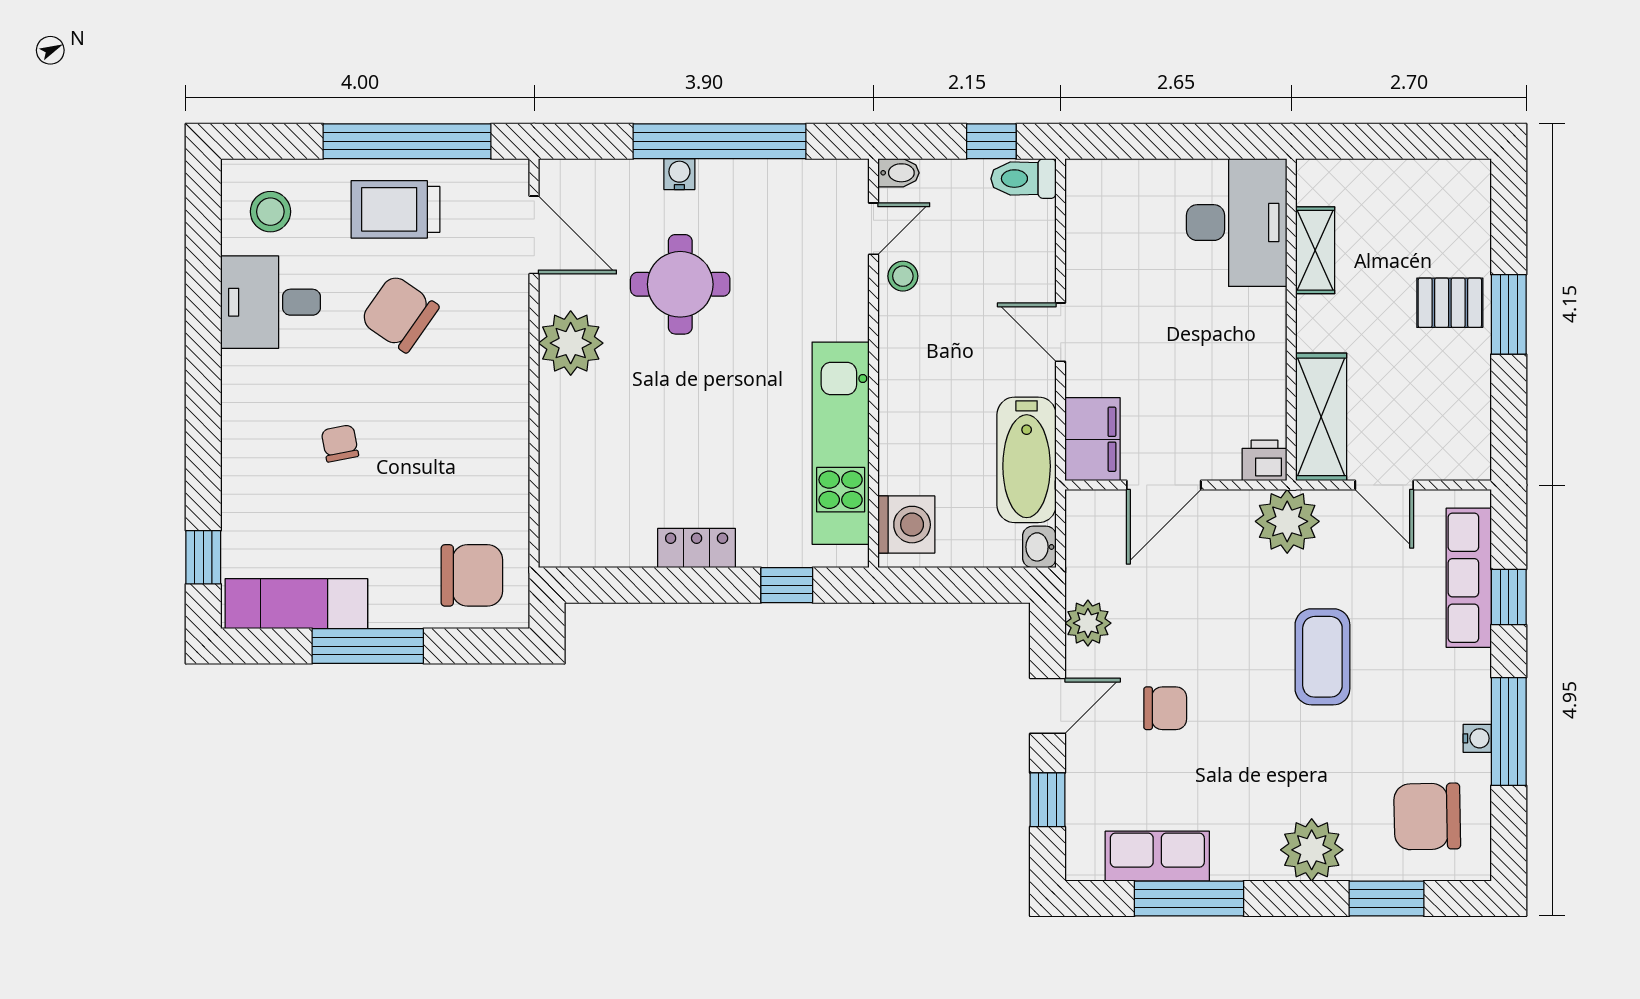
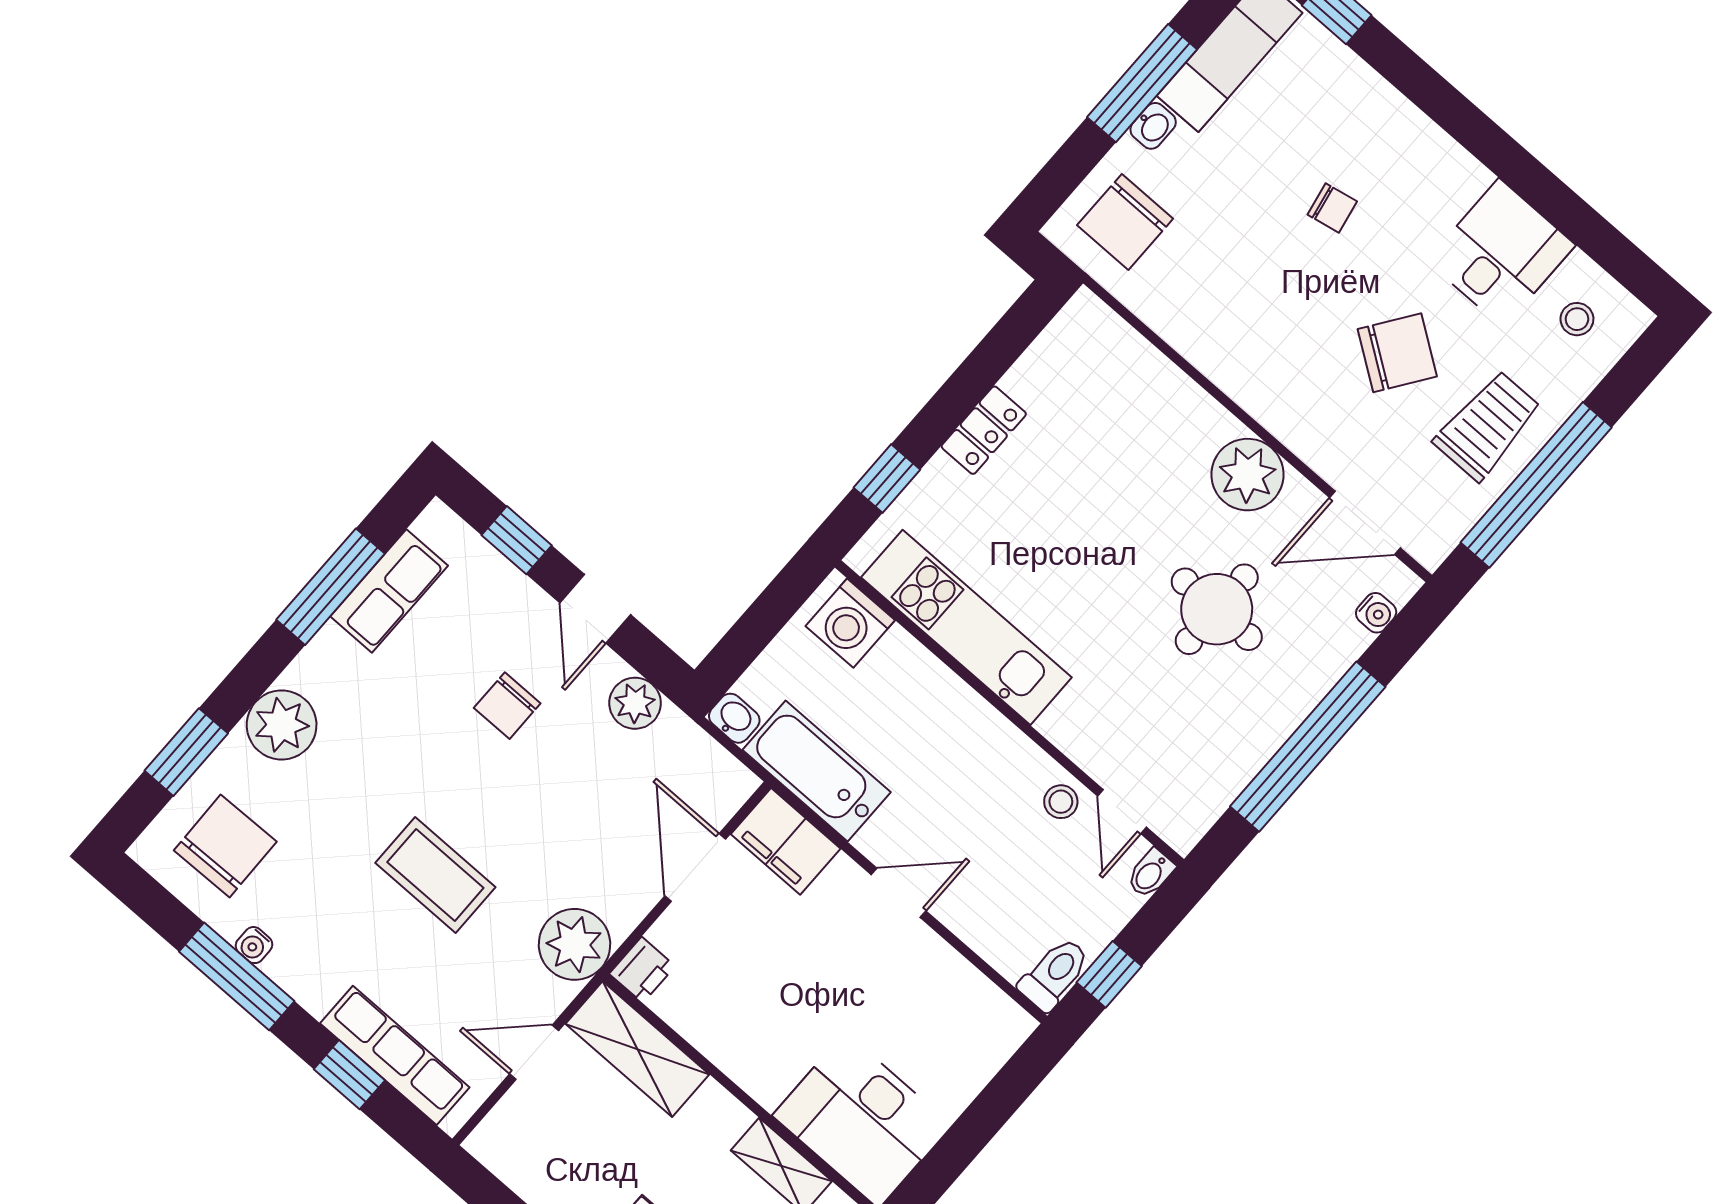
water cooler: (679, 174) -> (1376, 613), moved
stool: (270, 212) -> (1577, 319), width x0.73, depth x0.73
washbasin: (390, 613) -> (1153, 126), added

